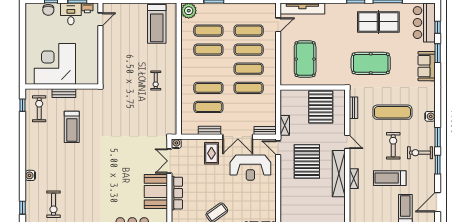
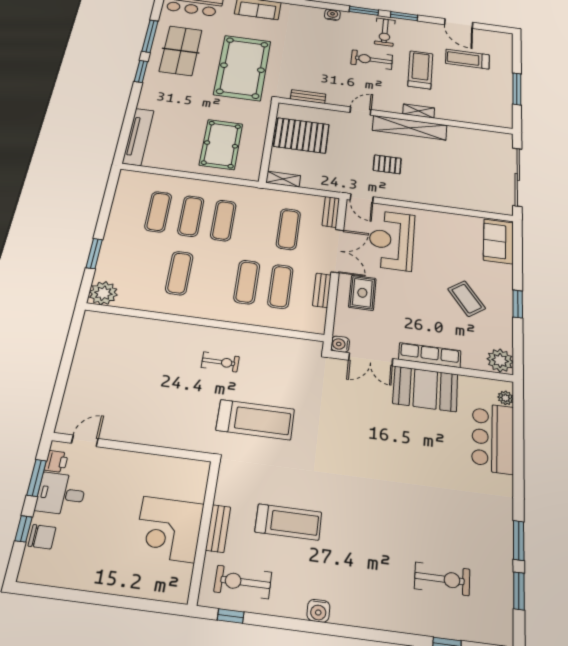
door: (100, 19) -> (85, 441), hinge flipped
treadmill: (157, 24) -> (255, 420), moved
door: (278, 25) -> (158, 171), removed
exercise mat: (208, 31) -> (146, 269), removed
pool table: (305, 59) -> (221, 144), turned 90
pool table: (371, 63) -> (242, 68), width x1.36, depth x1.32
corner desk: (55, 64) -> (169, 529), width x0.74, depth x0.74
exercise mat: (249, 88) -> (288, 229), moved
exercise mat: (392, 112) -> (321, 54), removed
shelving: (285, 125) -> (283, 179), moved
door: (278, 148) -> (362, 198), hinge flipped
rug: (211, 153) -> (362, 293), turned 90
pallet: (307, 161) -> (387, 164), width x0.49, depth x0.50
reception desk: (250, 168) -> (392, 240), turned 180
water cooler: (30, 175) -> (318, 611), moved
treadmill: (390, 178) -> (420, 70), turned 180

